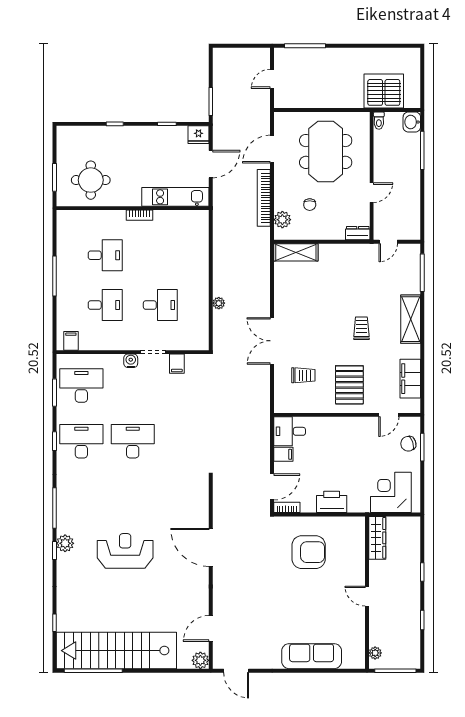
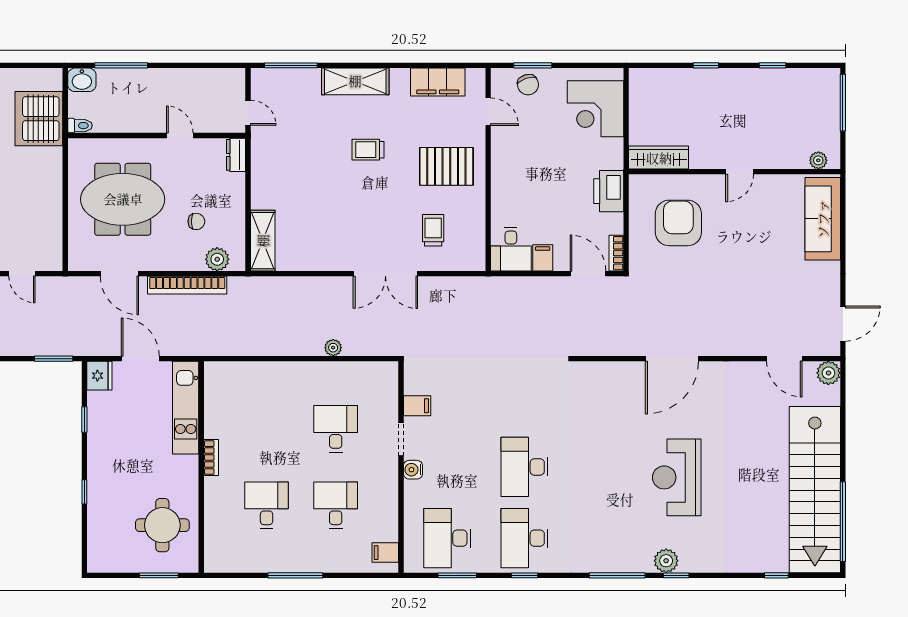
wardrobe: (377, 538) -> (659, 158), moved
wall: (367, 593) -> (735, 172), moved
door: (367, 596) -> (740, 172), moved
plant: (375, 653) -> (818, 160), moved

